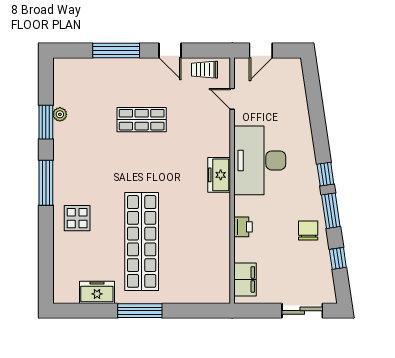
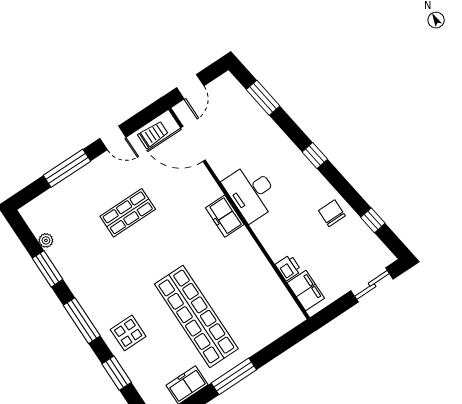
trolley: (205, 70) -> (153, 135), turned 180
door: (232, 99) -> (193, 144), width x1.87
plant: (60, 114) -> (46, 240), moved
desk: (260, 160) -> (251, 192), width x0.73, depth x0.77
window: (331, 211) -> (263, 98), moved
printer: (243, 227) -> (288, 268), moved
window: (46, 245) -> (117, 373), added

